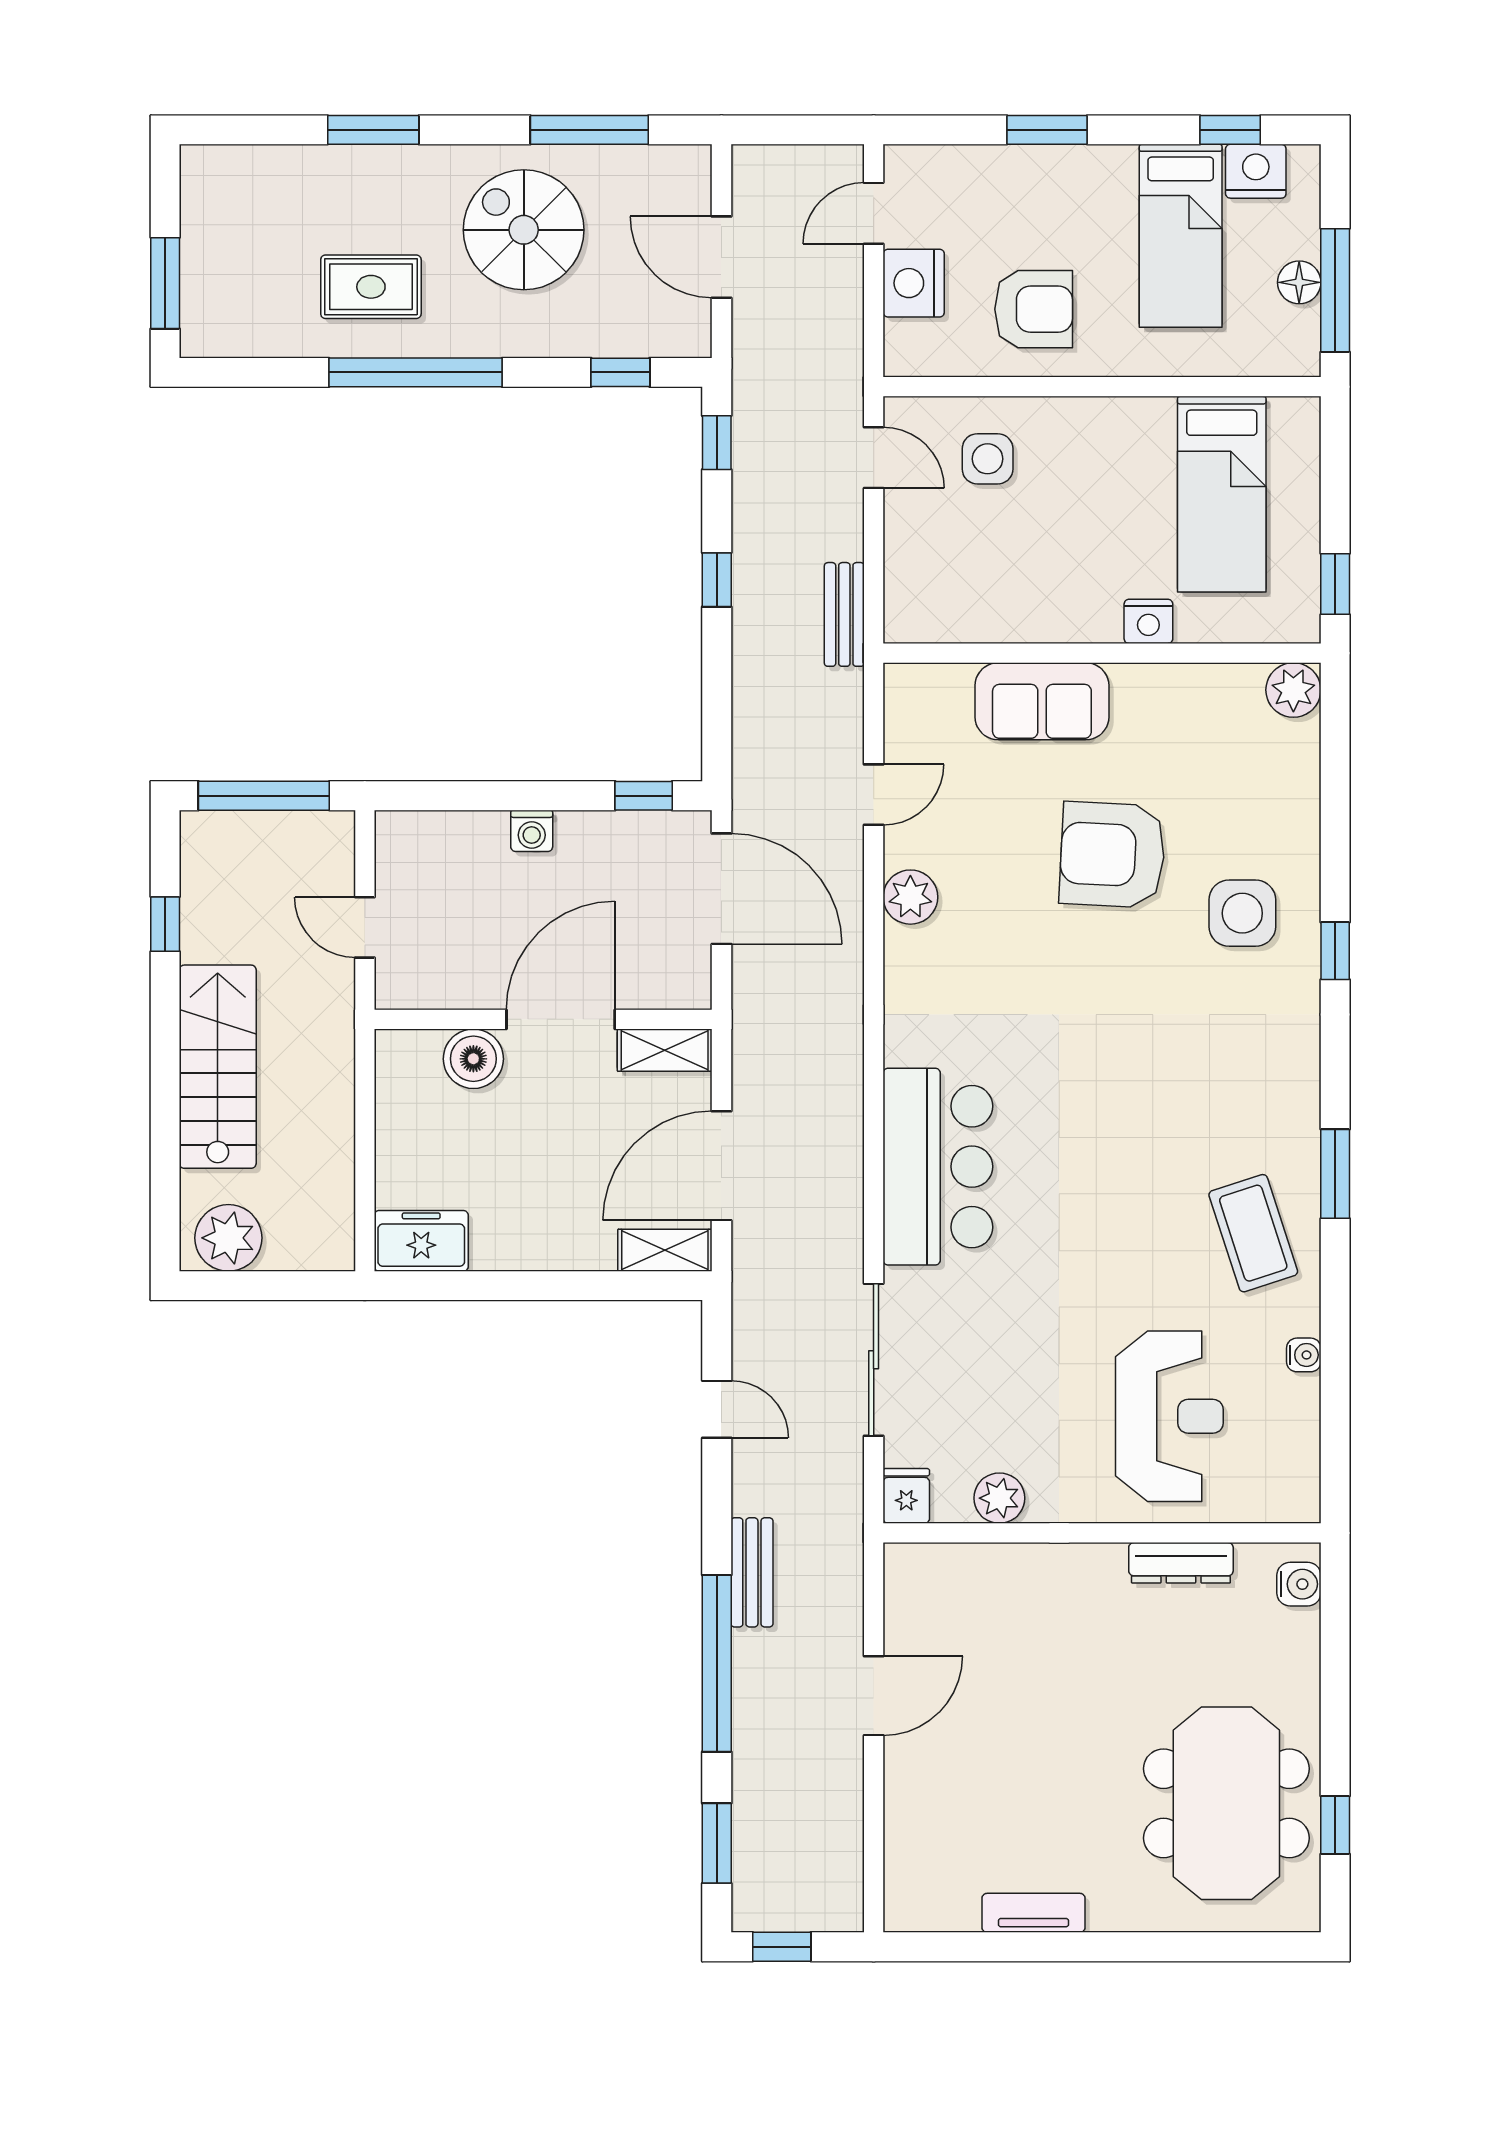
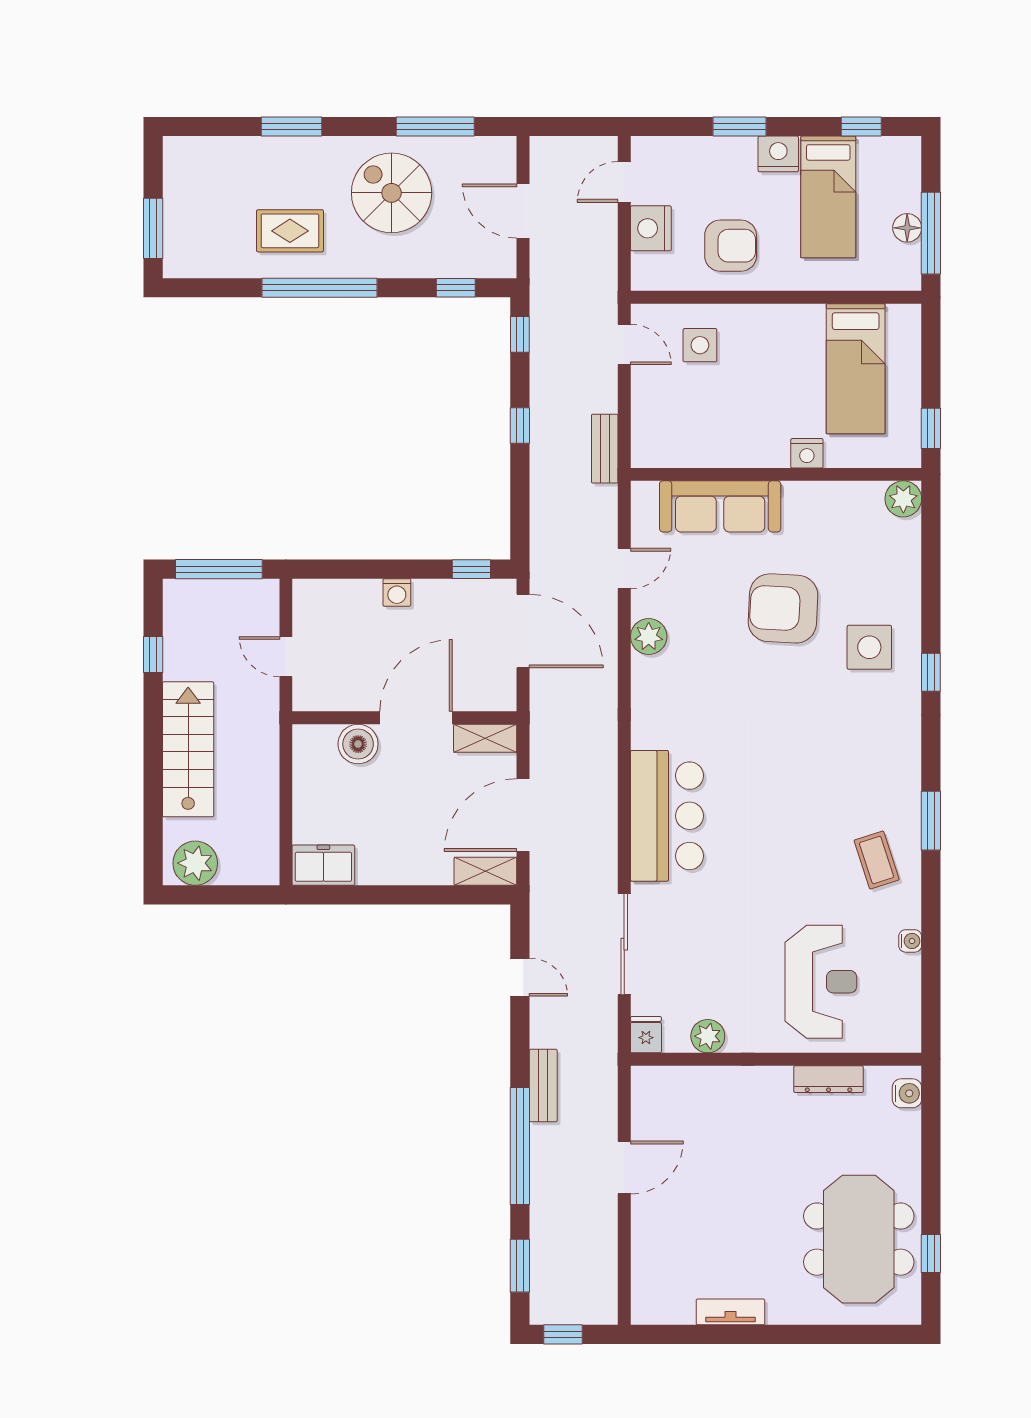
nightstand: (1256, 171) -> (778, 154), moved
sofa: (1042, 701) -> (720, 506), width x1.36
coffee table: (1253, 1233) -> (877, 860), width x0.73, depth x0.77

